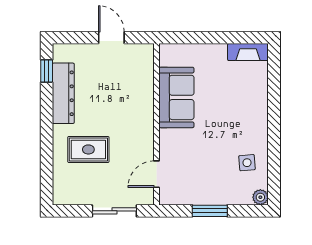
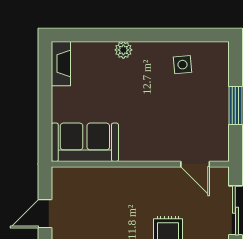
sofa: (176, 97) -> (85, 142), moved
plant: (260, 197) -> (123, 50), moved

